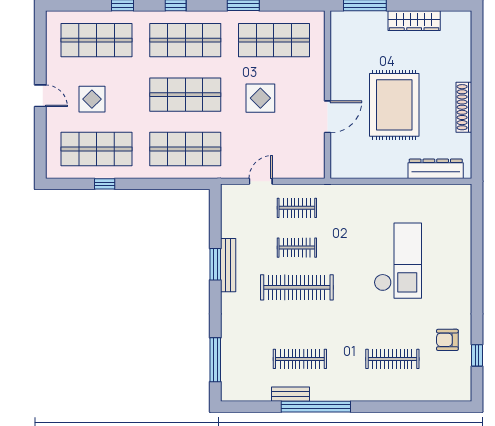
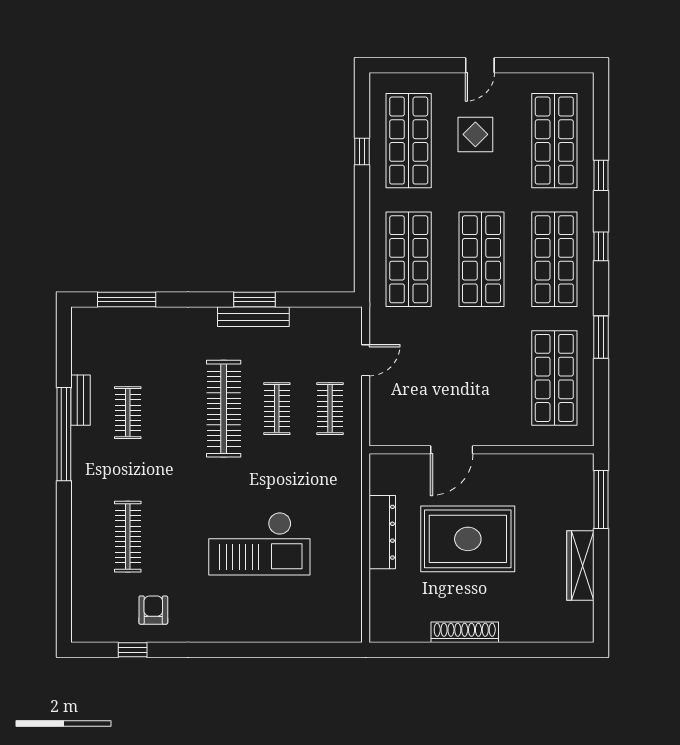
display table: (260, 98) -> (477, 360), removed
door: (328, 117) -> (452, 450), hinge flipped
dresser: (436, 169) -> (382, 532), moved
door: (261, 181) -> (366, 360), hinge flipped
clothes rail: (300, 359) -> (128, 413), width x0.73

